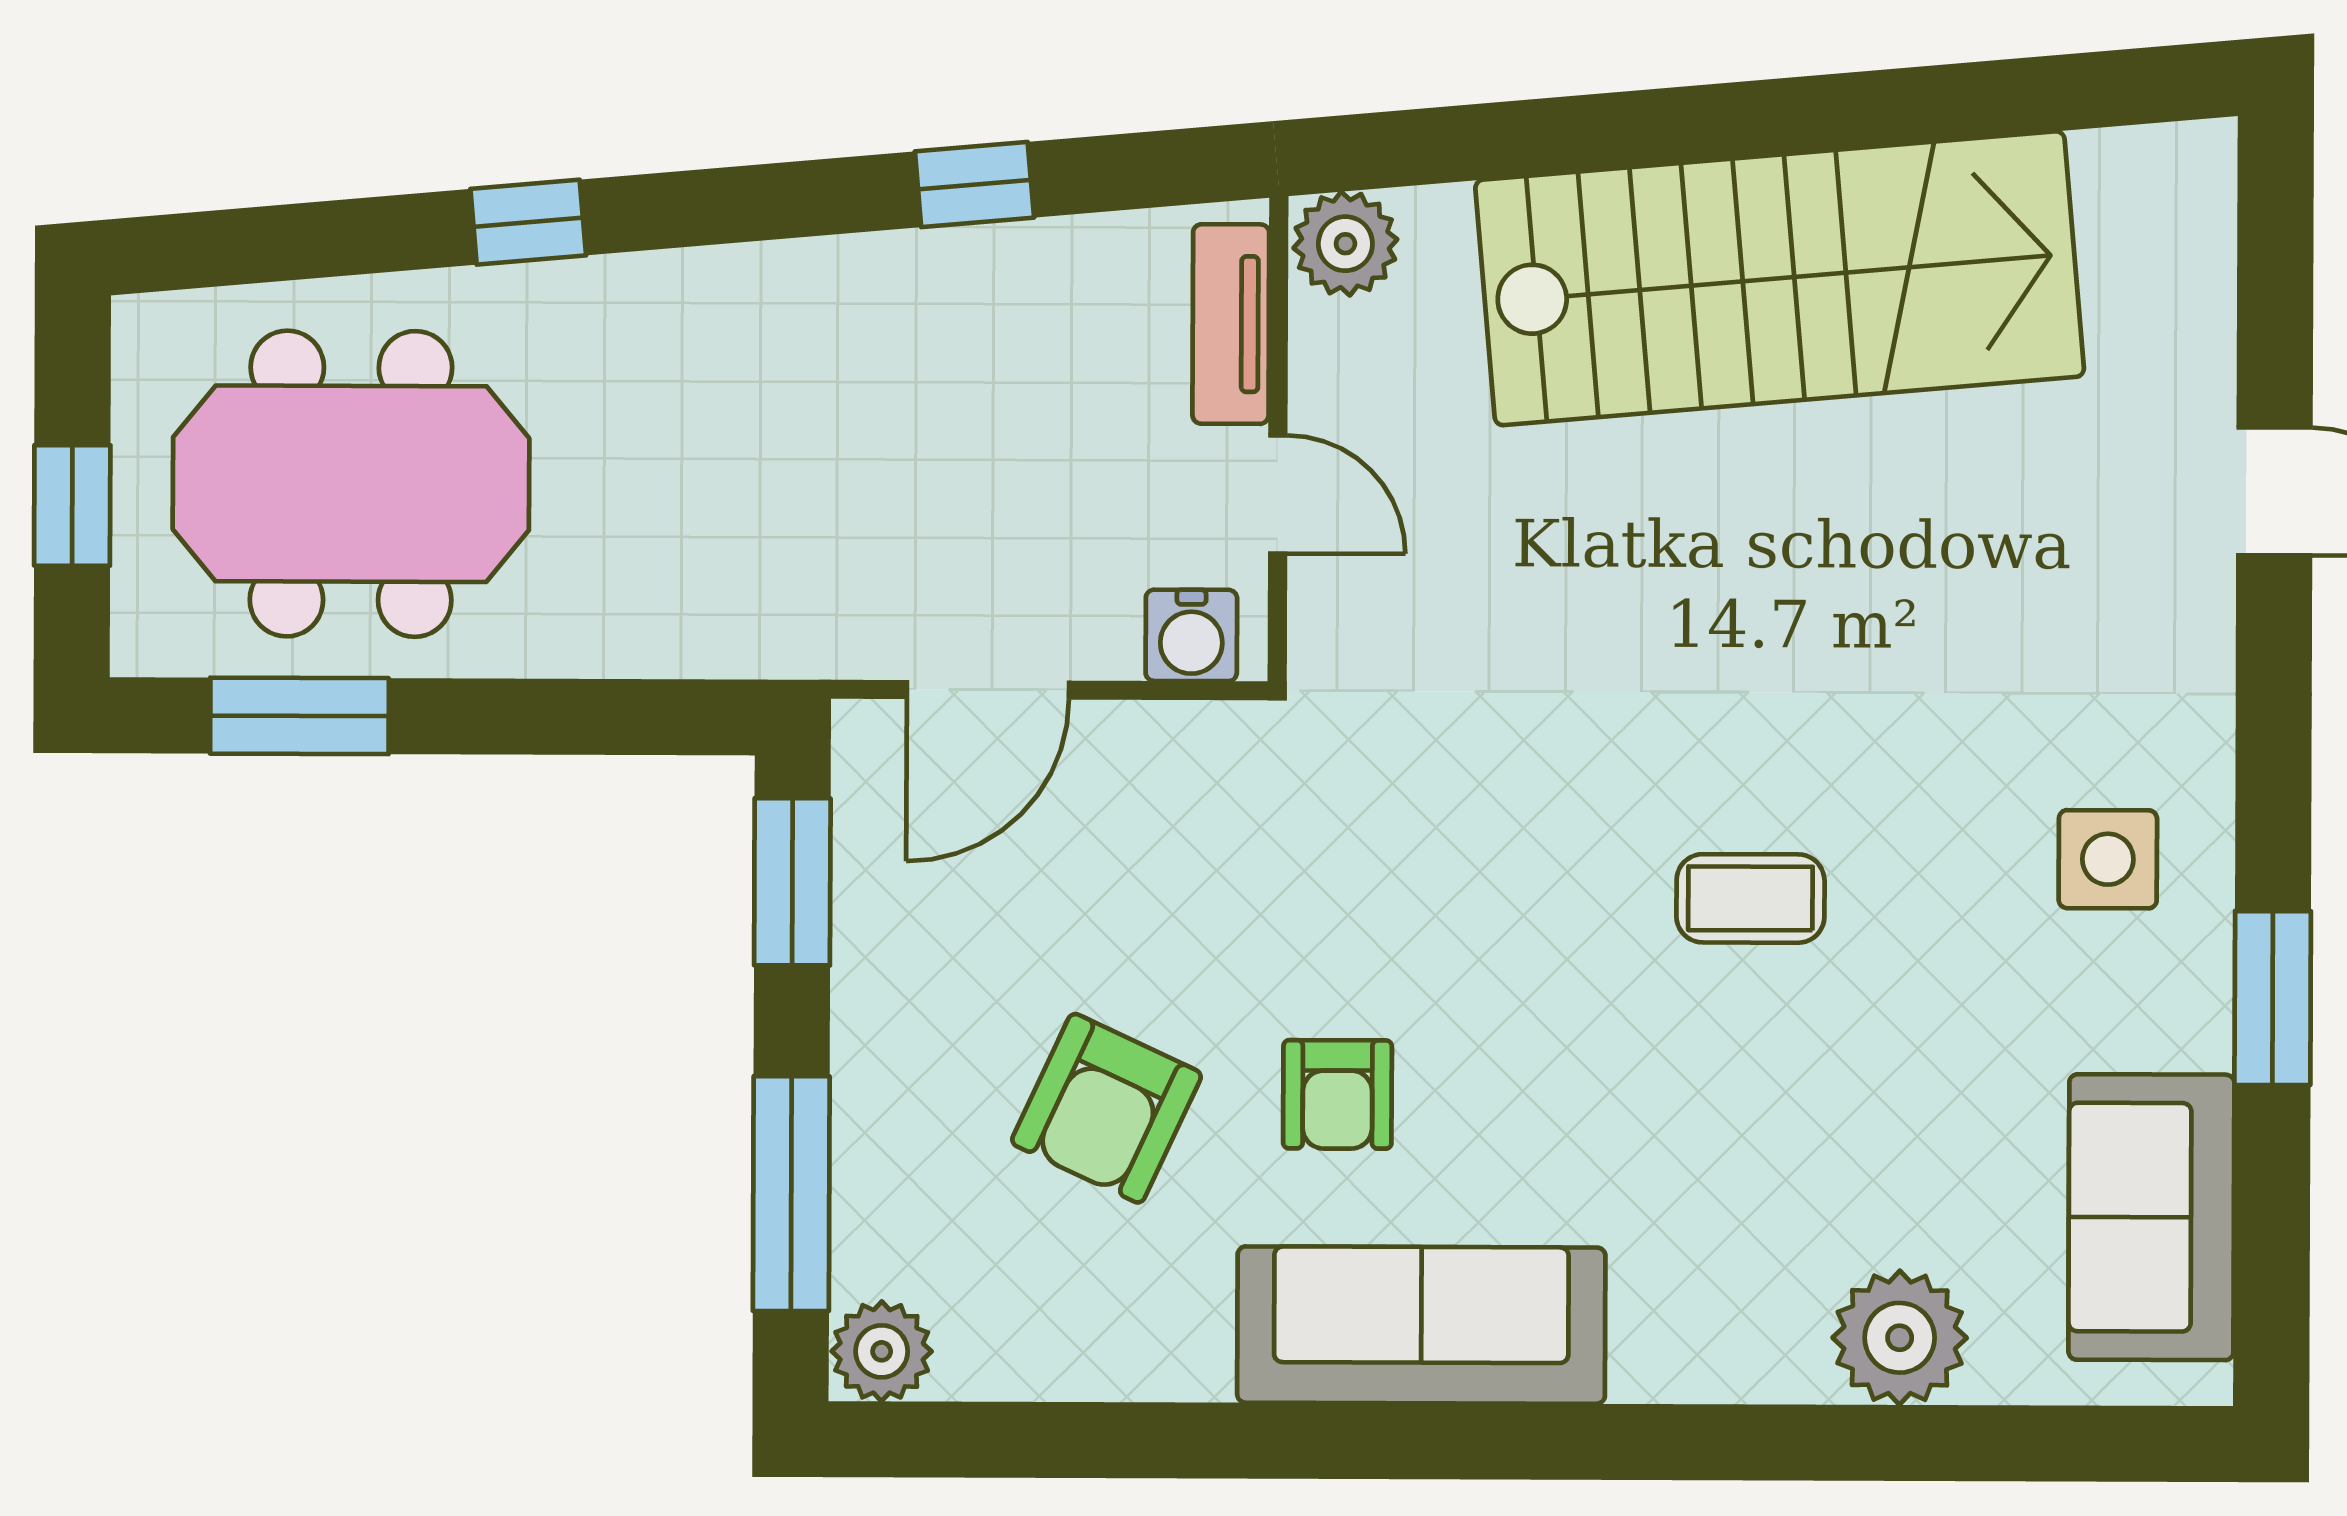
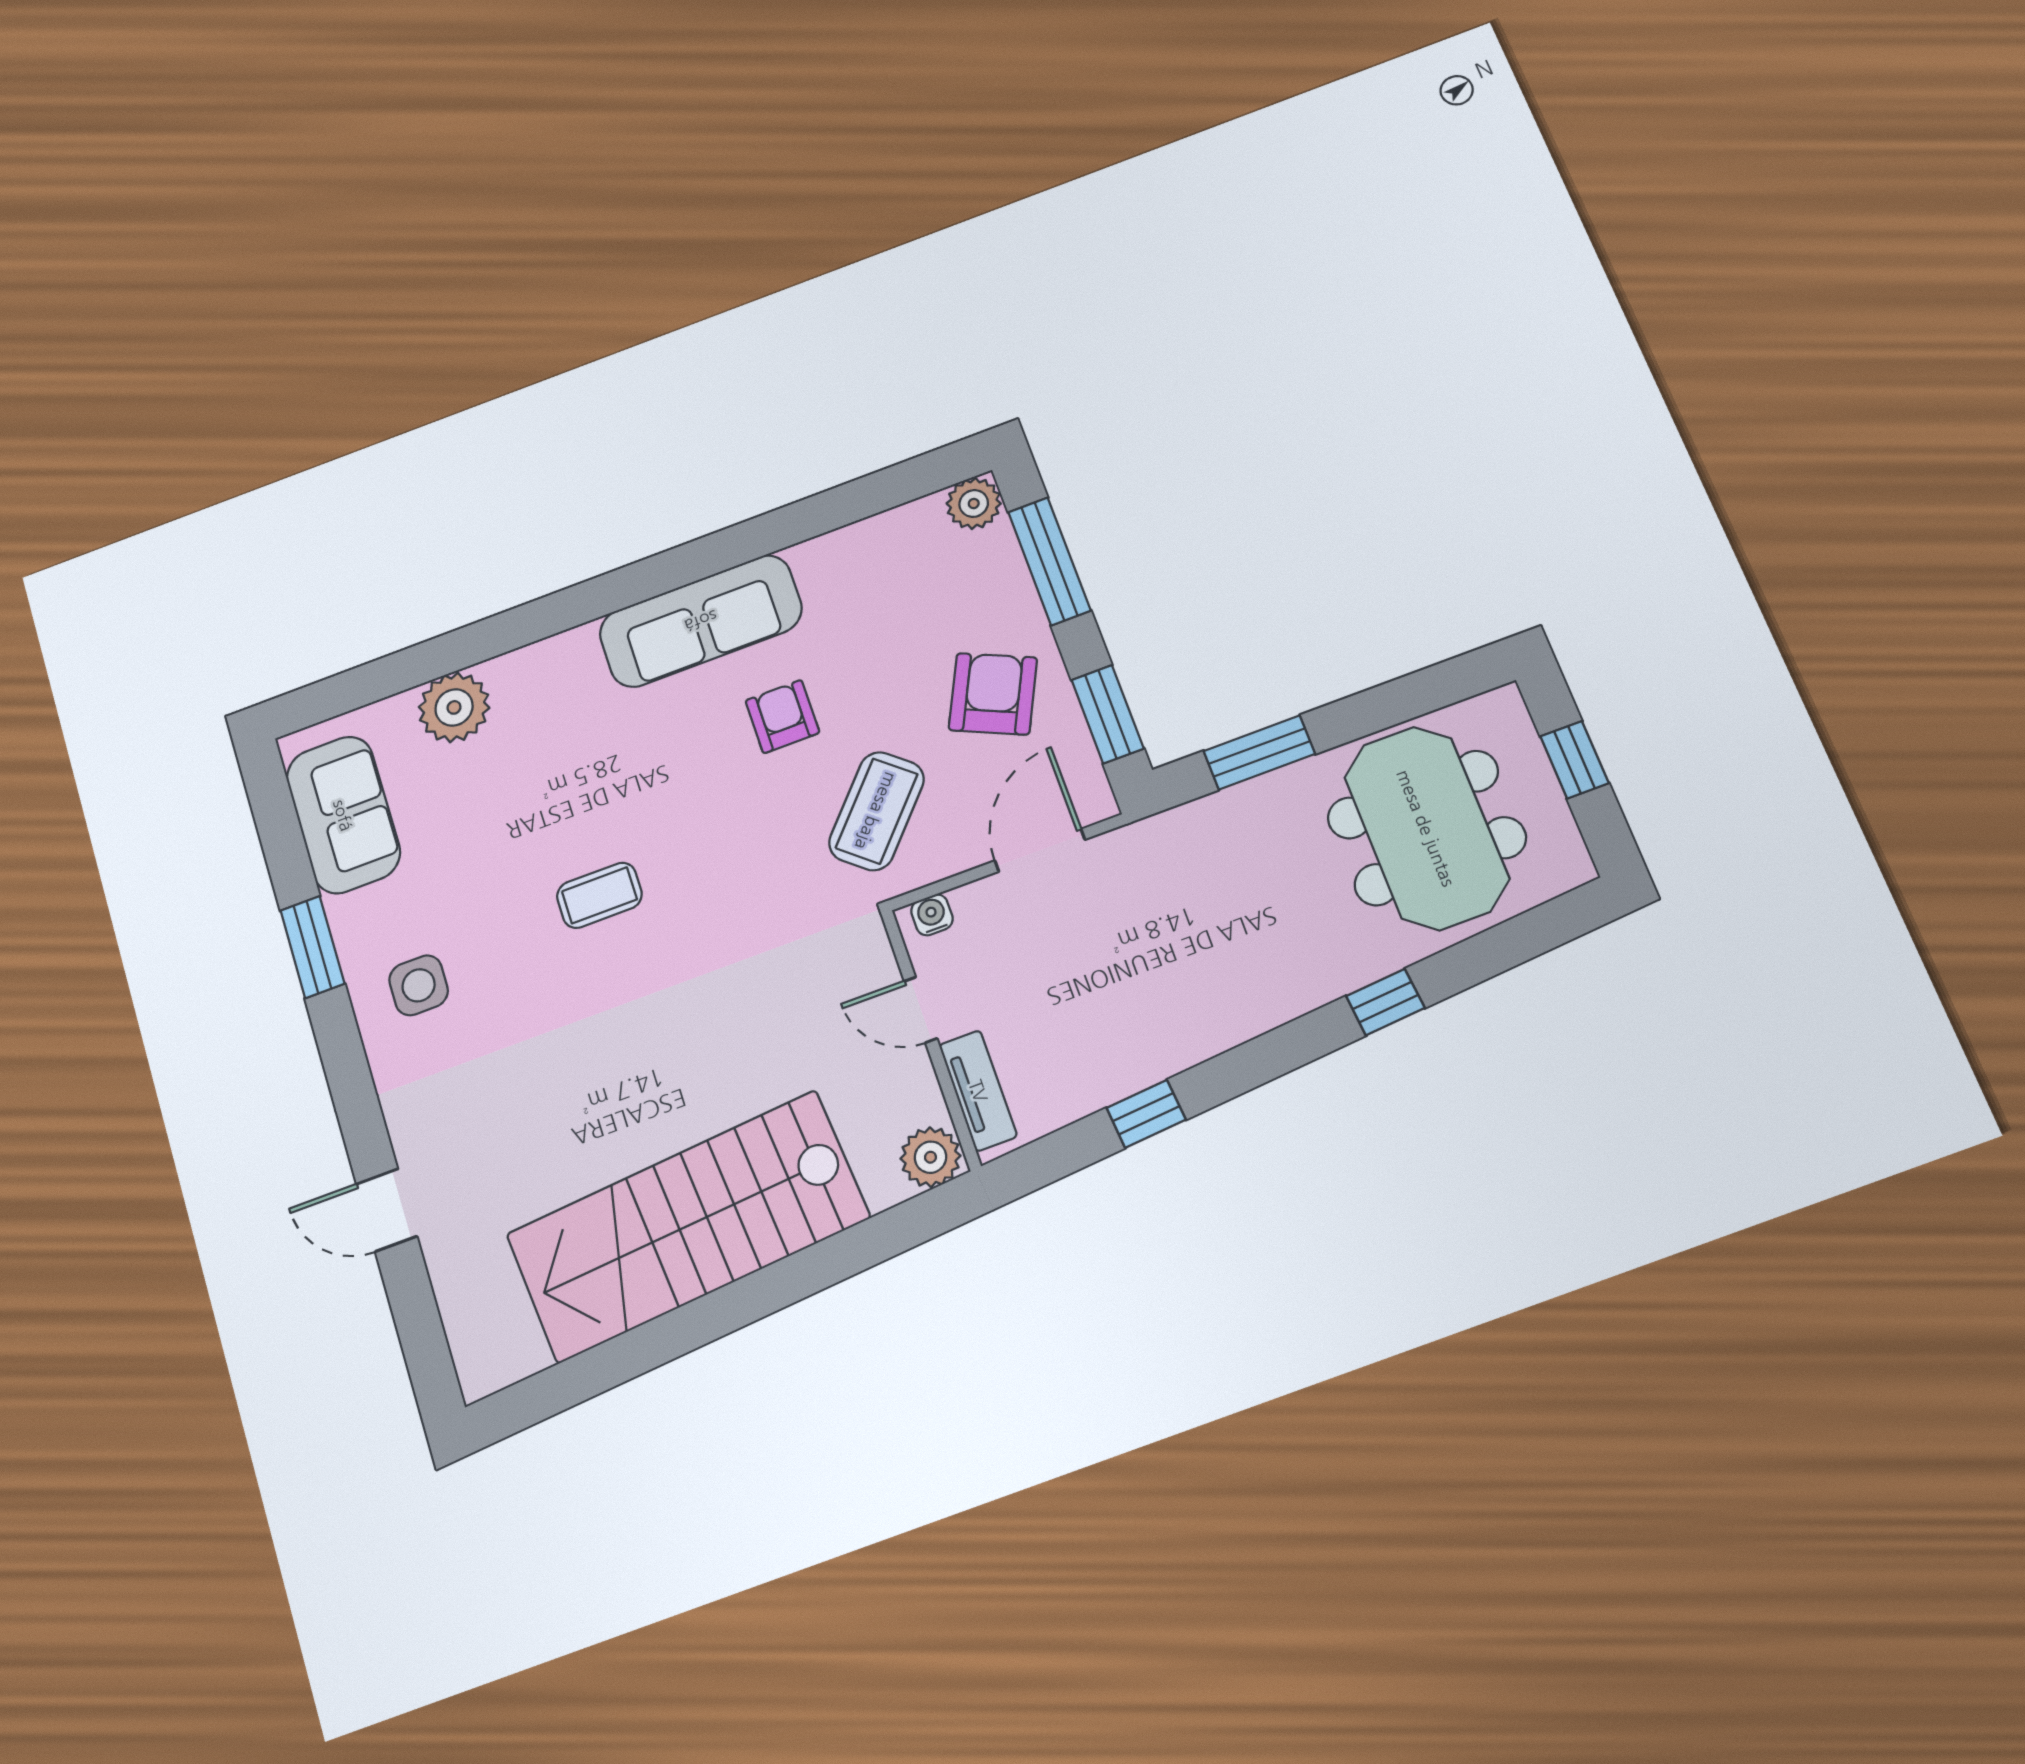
meeting table: (351, 484) -> (1426, 828), turned 90
water cooler: (1191, 635) -> (932, 915), width x0.72, depth x0.72
window: (299, 716) -> (1259, 752), moved
coffee table: (1235, 864) -> (876, 811), added
armchair: (1107, 1108) -> (993, 694), moved

